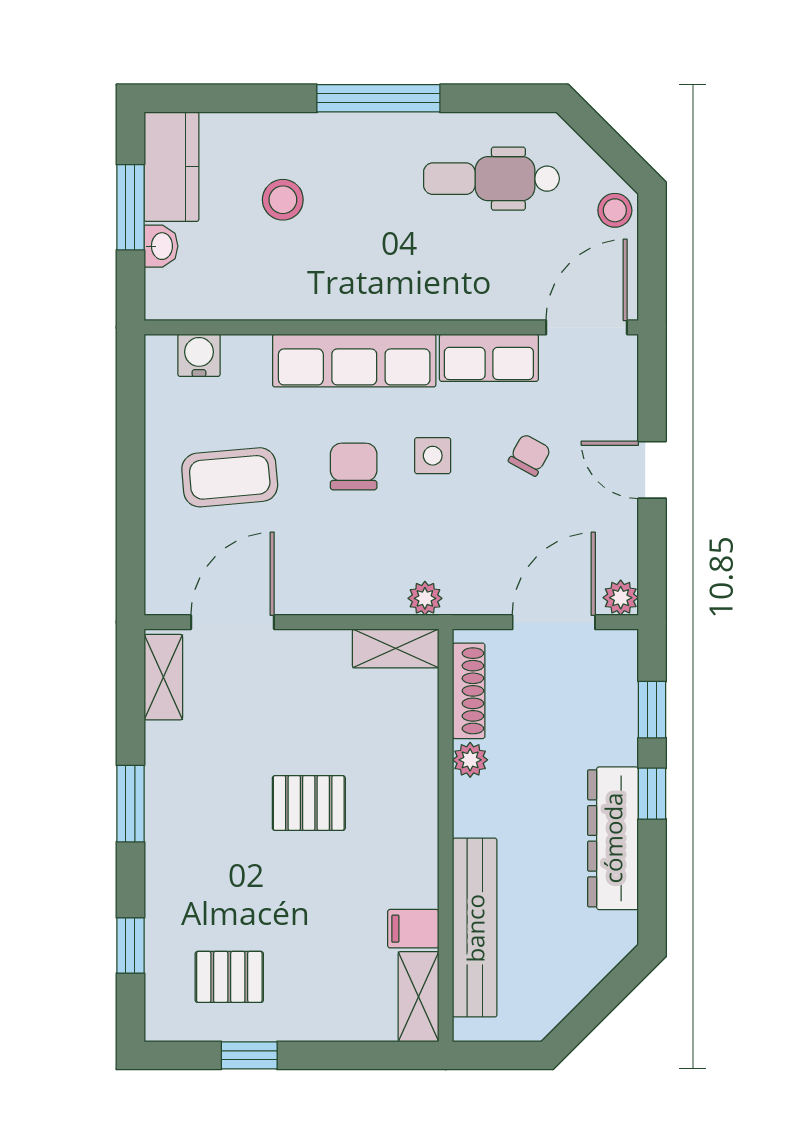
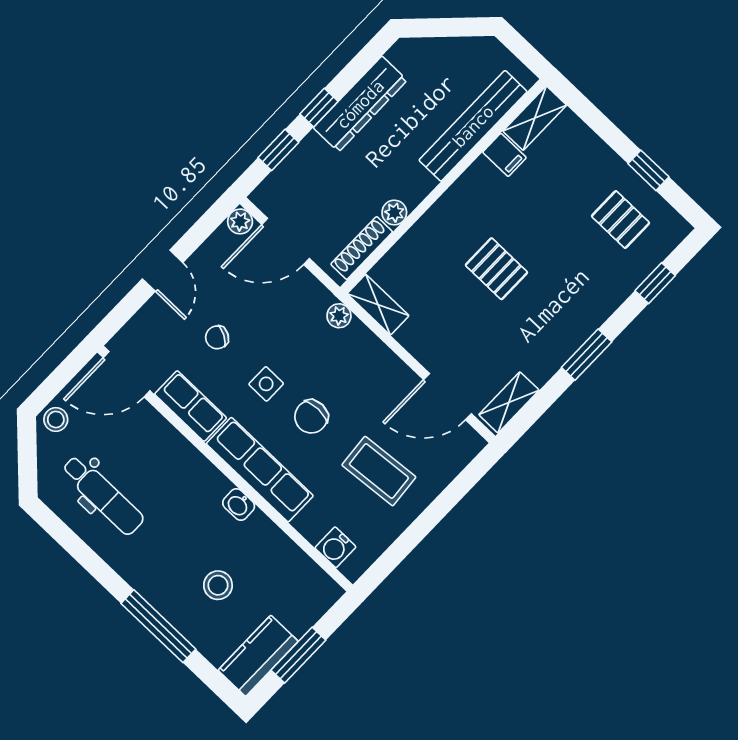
window: (378, 98) -> (158, 626), moved
washbasin: (161, 246) -> (239, 504), moved, turned -90

